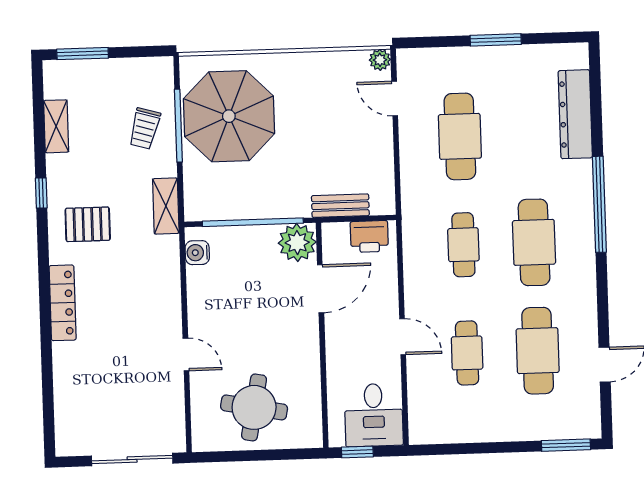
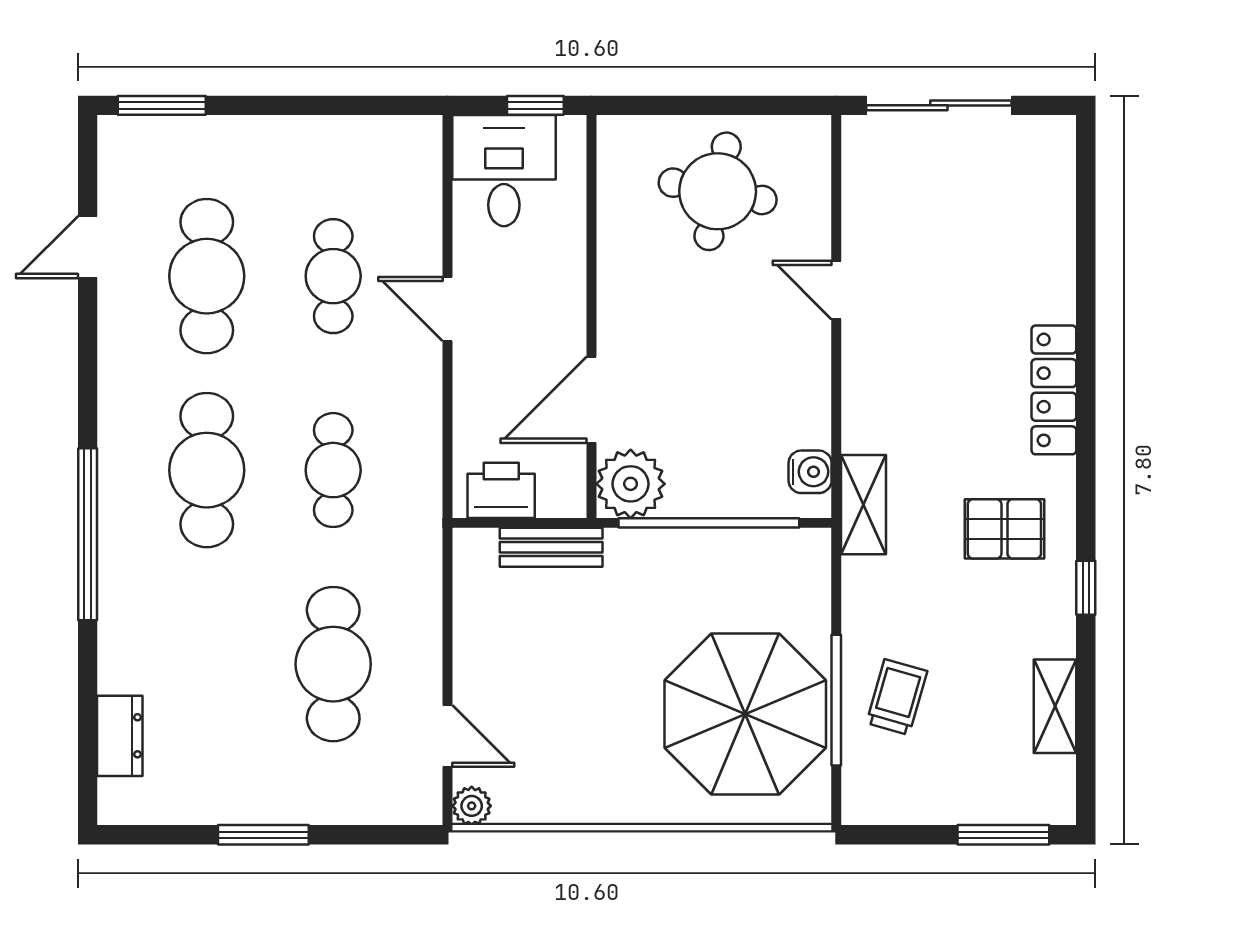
dresser: (575, 114) -> (120, 736), width x0.51, depth x0.80
shelving: (166, 206) -> (863, 505), moved

